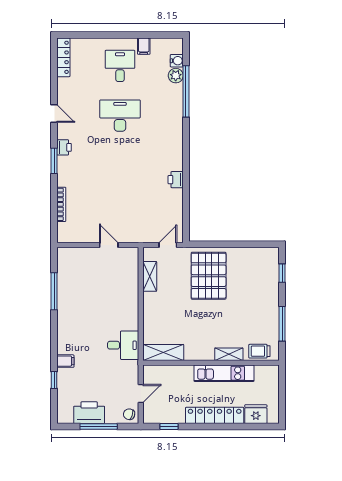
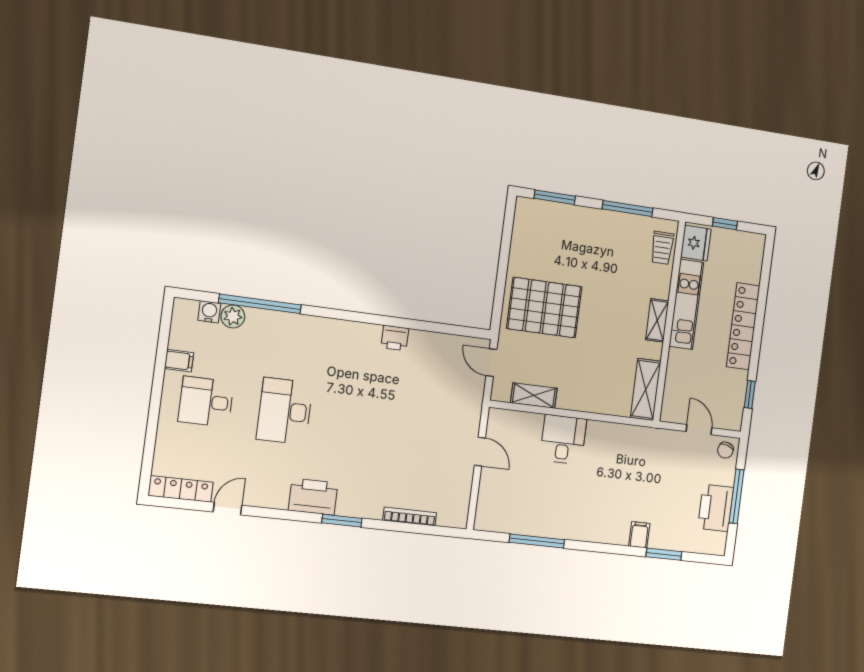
door: (54, 114) -> (228, 509), moved
printer: (64, 147) -> (313, 497), width x1.87, depth x1.48
door: (109, 245) -> (480, 452), swing flipped
window: (282, 273) -> (555, 197), width x1.50
desk: (123, 345) -> (563, 439), moved
shelving: (229, 354) -> (657, 320), moved
window: (54, 380) -> (664, 554), width x1.50
window: (282, 393) -> (725, 224), added
fridge: (256, 414) -> (696, 243), moved, turned 180

